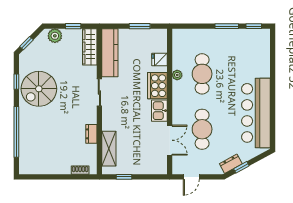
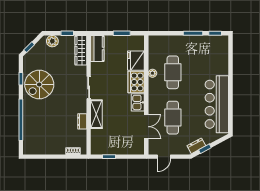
kitchen counter: (110, 53) -> (97, 48), width x0.67
fridge: (160, 60) -> (136, 61), width x1.88, depth x1.34
shelving: (109, 149) -> (96, 114), moved

